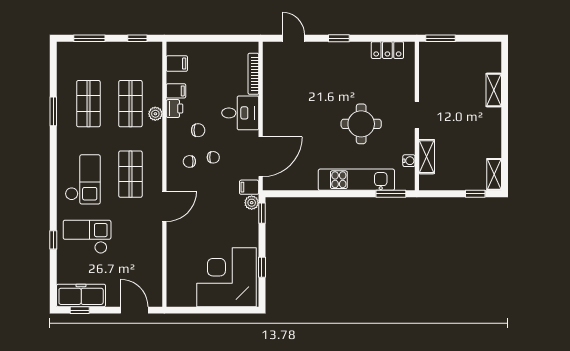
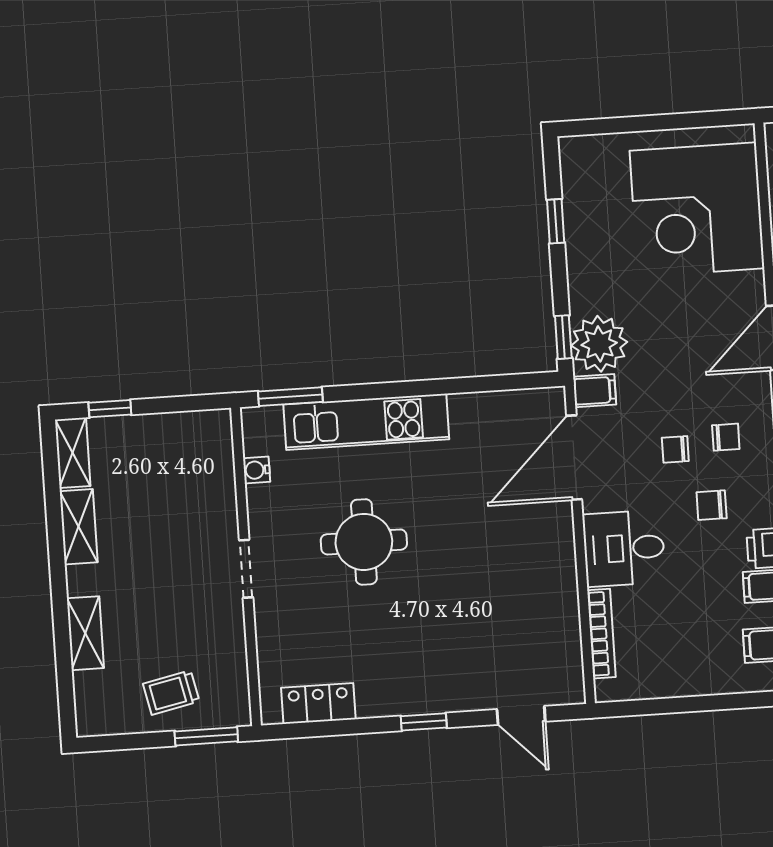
trolley: (456, 60) -> (171, 693), added
shelving: (427, 157) -> (79, 527), moved
plant: (252, 203) -> (599, 344), width x1.88, depth x1.88
corner desk: (226, 277) -> (697, 210), moved, turned 90

